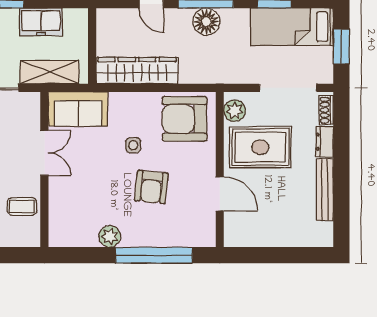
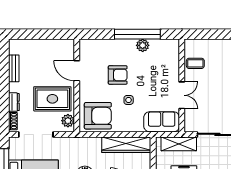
double door: (44, 153) -> (182, 95), swing flipped
armchair: (151, 187) -> (118, 75), turned 84
bench: (325, 190) -> (14, 68), width x0.73
window: (154, 255) -> (137, 34), moved

